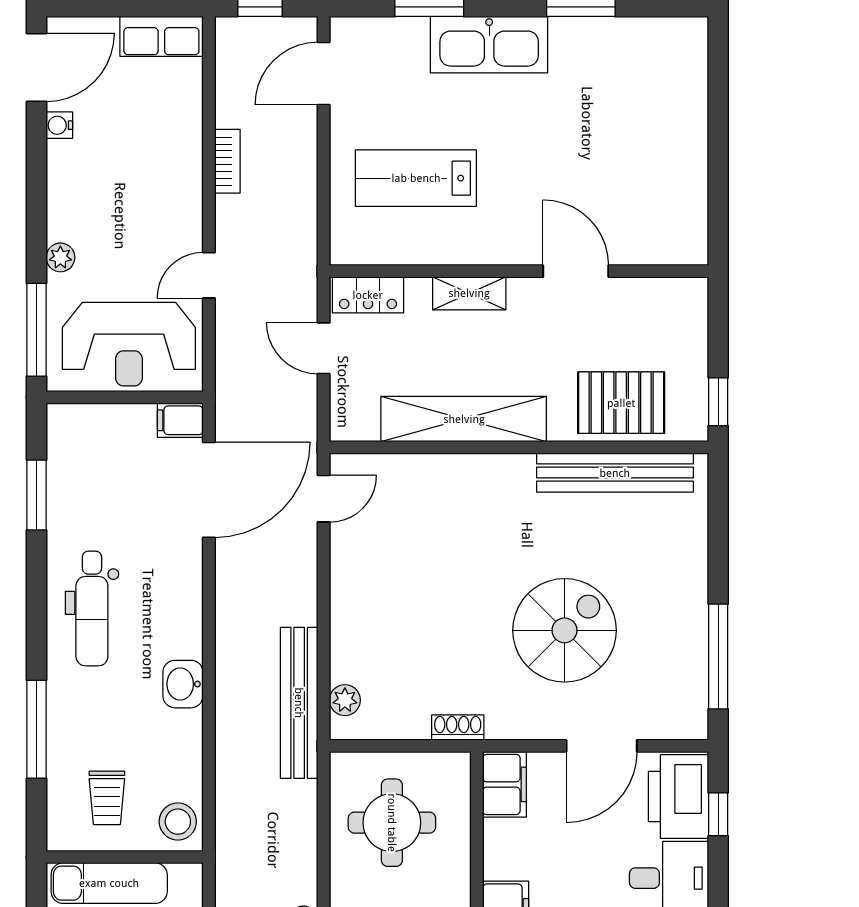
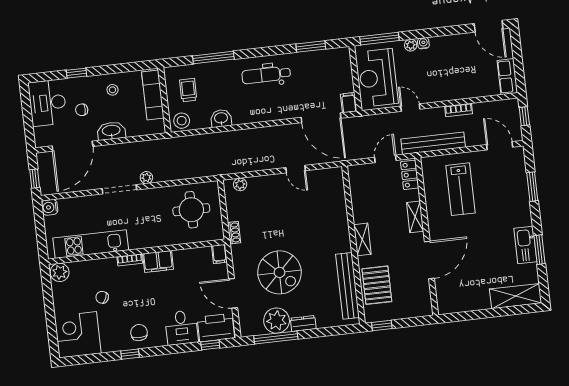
kitchen sink: (489, 45) -> (525, 245), moved, width x0.73, depth x0.81
shelving: (685, 76) -> (516, 296), added
water cooler: (59, 125) -> (423, 43), moved
lab bench: (416, 178) -> (460, 189), turned 180
door: (576, 271) -> (429, 260), width x1.36
shelving: (464, 419) -> (362, 239), width x0.45, depth x0.75
door: (324, 499) -> (296, 169), moved
dresser: (692, 588) -> (303, 323), added
plant: (678, 650) -> (277, 321), added
washbasin: (183, 684) -> (221, 118), moved
bench: (299, 703) -> (433, 143), moved
filing cabinet: (504, 784) -> (219, 254), width x0.50
trolley: (107, 798) -> (188, 90), turned 90

